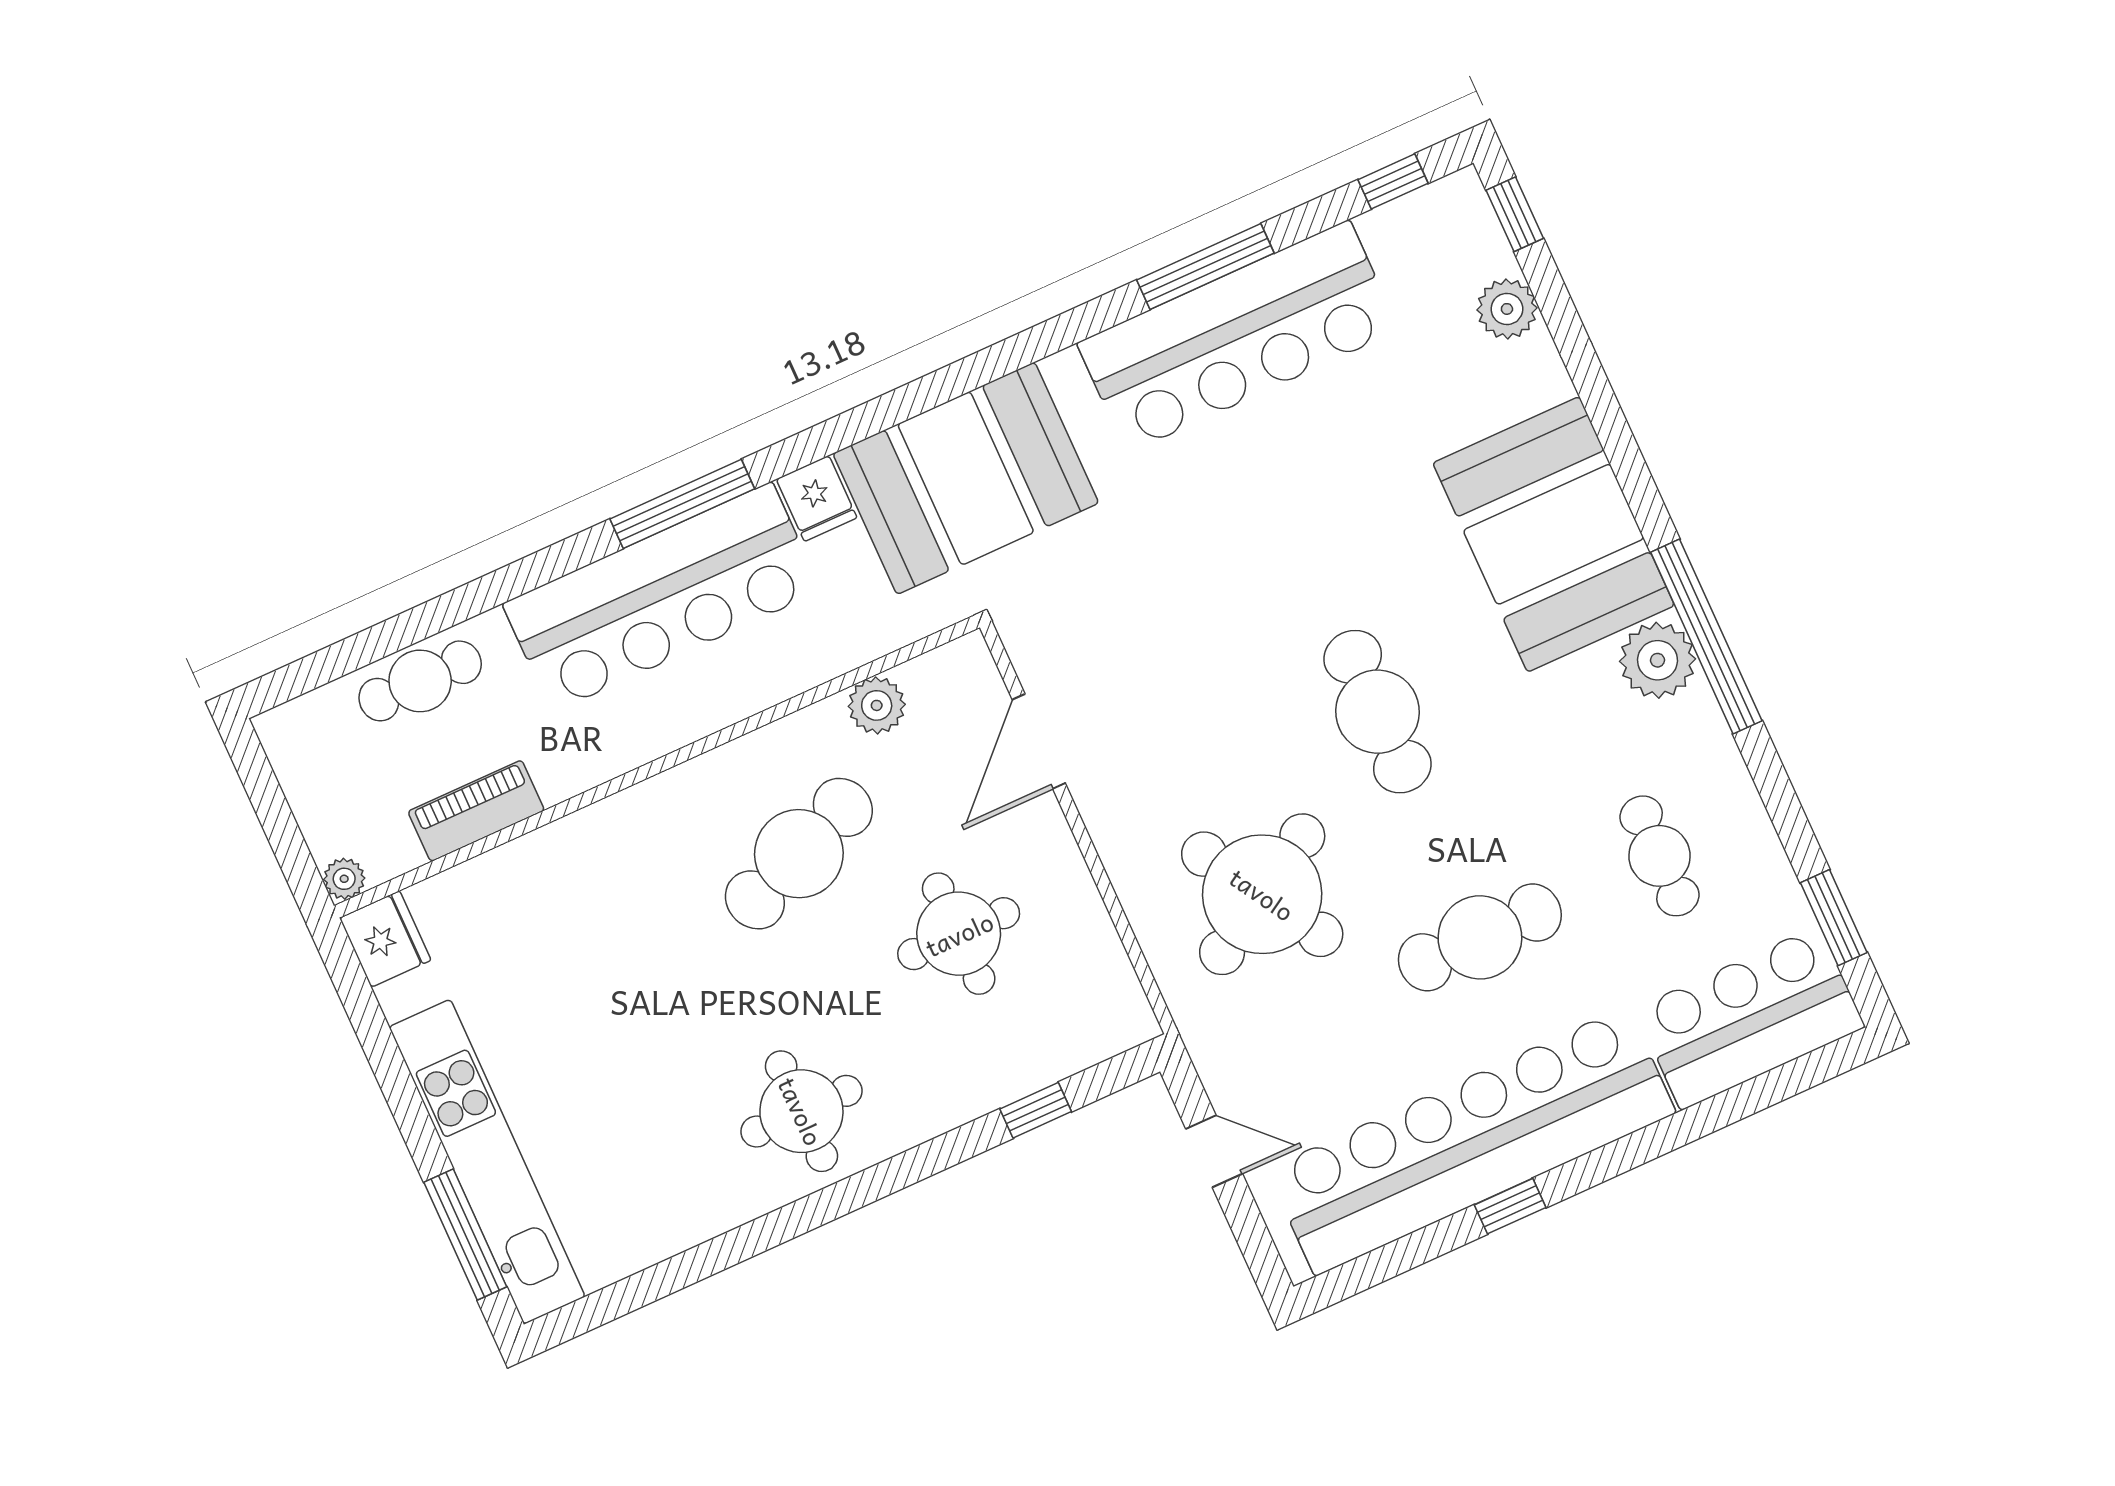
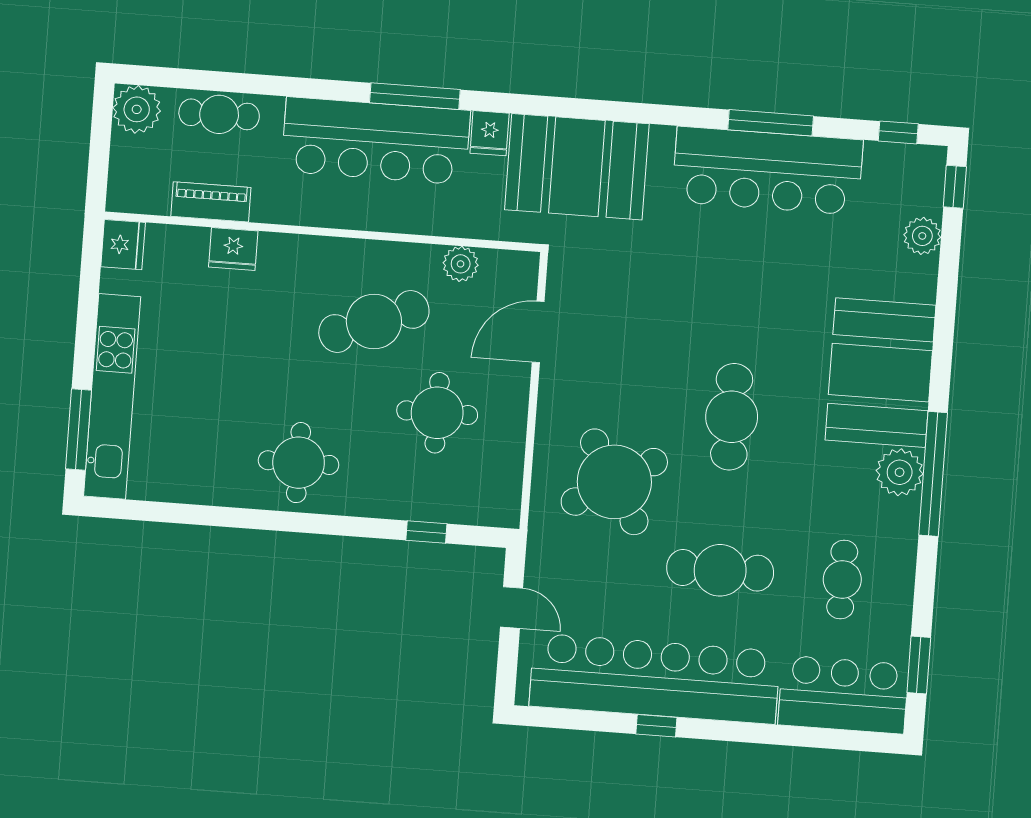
fridge: (544, 860) -> (233, 249), added
plant: (344, 879) -> (137, 109), moved, width x1.88, depth x1.88

